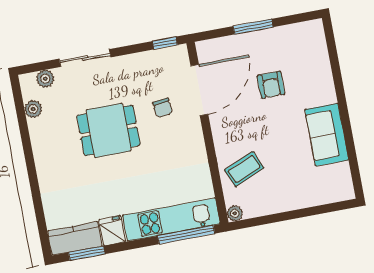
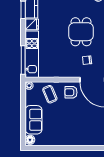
armchair: (271, 85) -> (71, 92), moved
sofa: (327, 135) -> (34, 120), moved, turned 90
floor lamp: (342, 192) -> (30, 140), added

